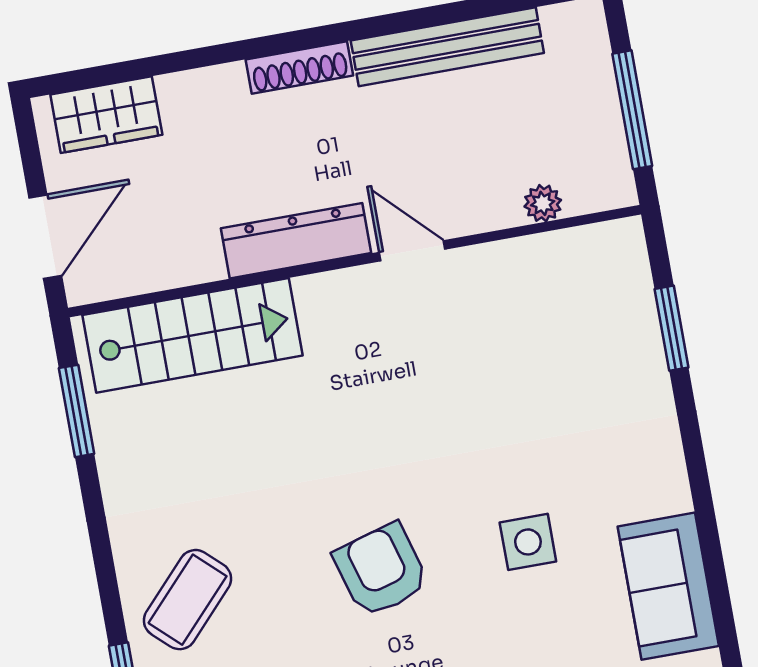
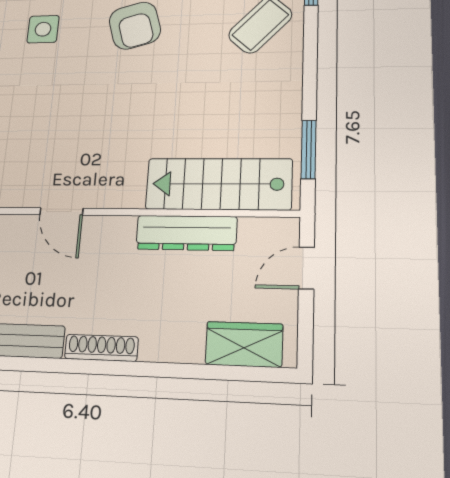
door: (45, 237) -> (307, 268), width x0.73
dresser: (296, 241) -> (186, 233), moved

